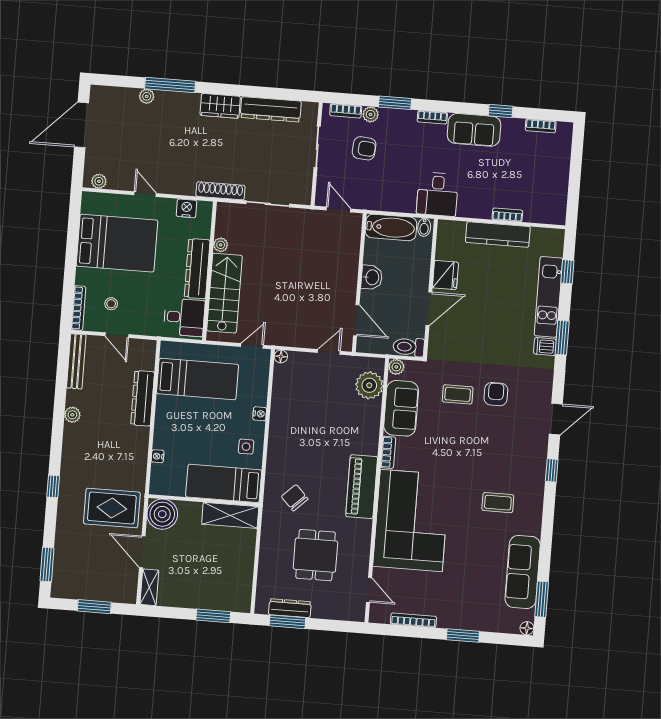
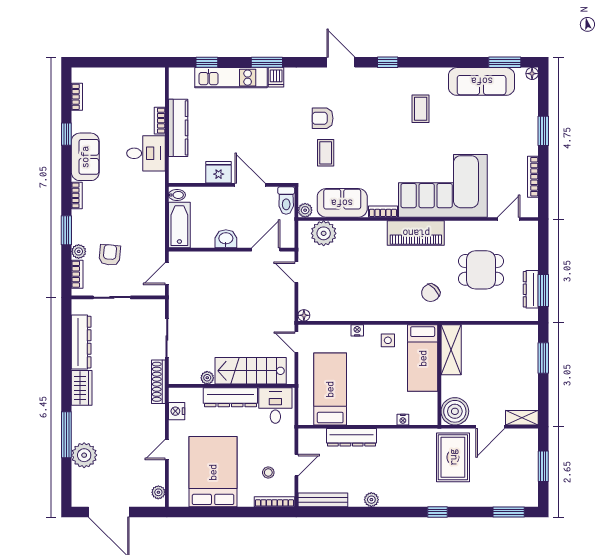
plant: (147, 96) -> (84, 455), width x1.88, depth x1.88
desk: (437, 194) -> (146, 153), moved

